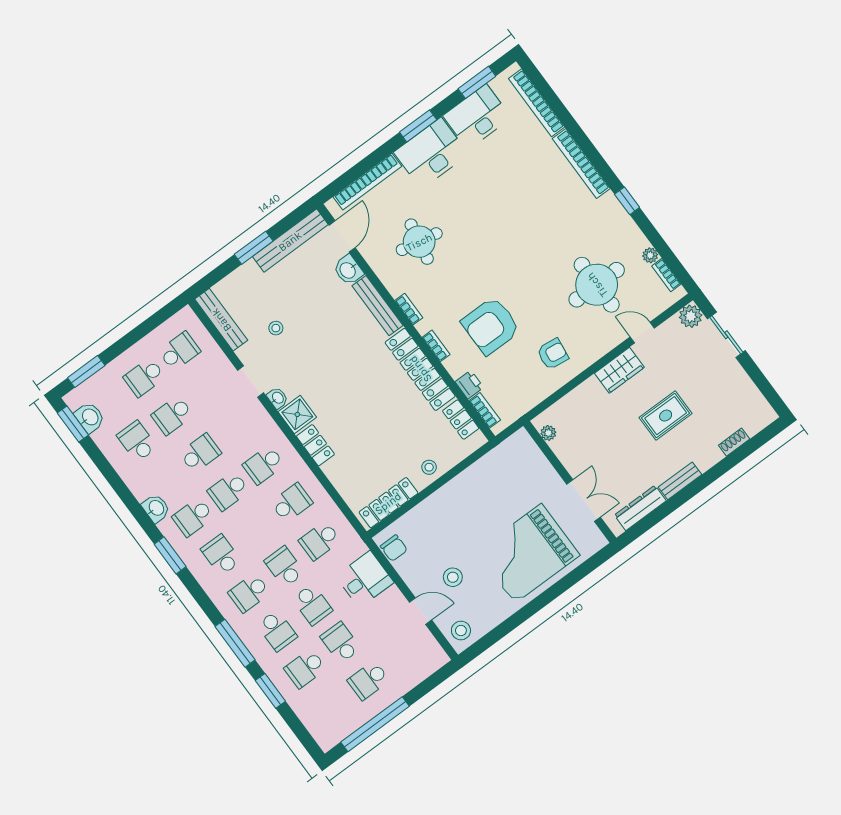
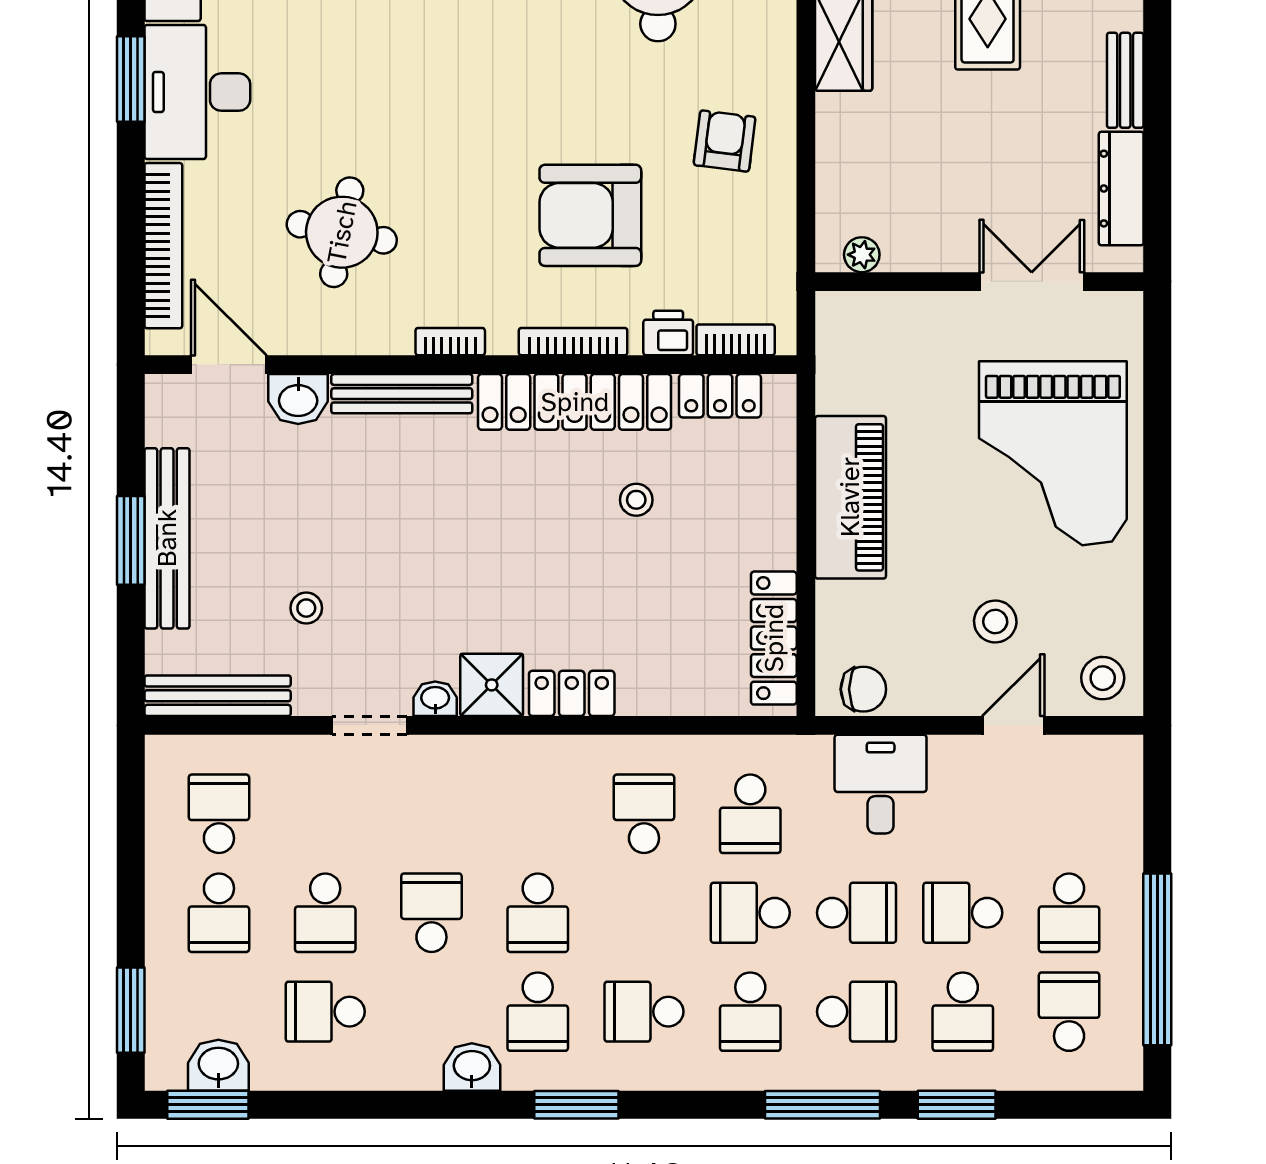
bench: (290, 241) -> (167, 538), moved
armchair: (491, 326) -> (590, 215), turned 90
bookcase: (436, 346) -> (573, 342), width x1.56
school desk: (264, 465) -> (1069, 1012), moved, turned 180
stool: (429, 467) -> (636, 500), moved
piano: (459, 493) -> (850, 497), added

